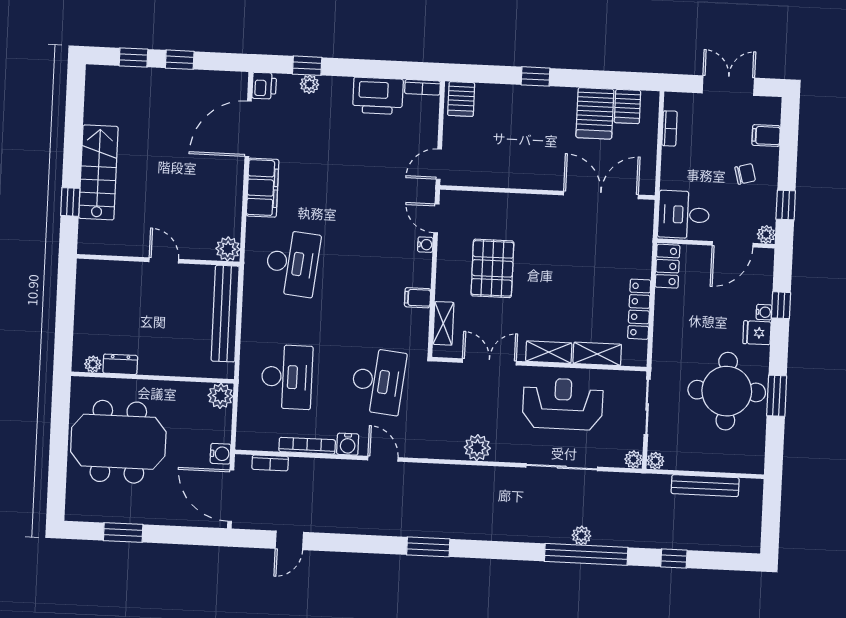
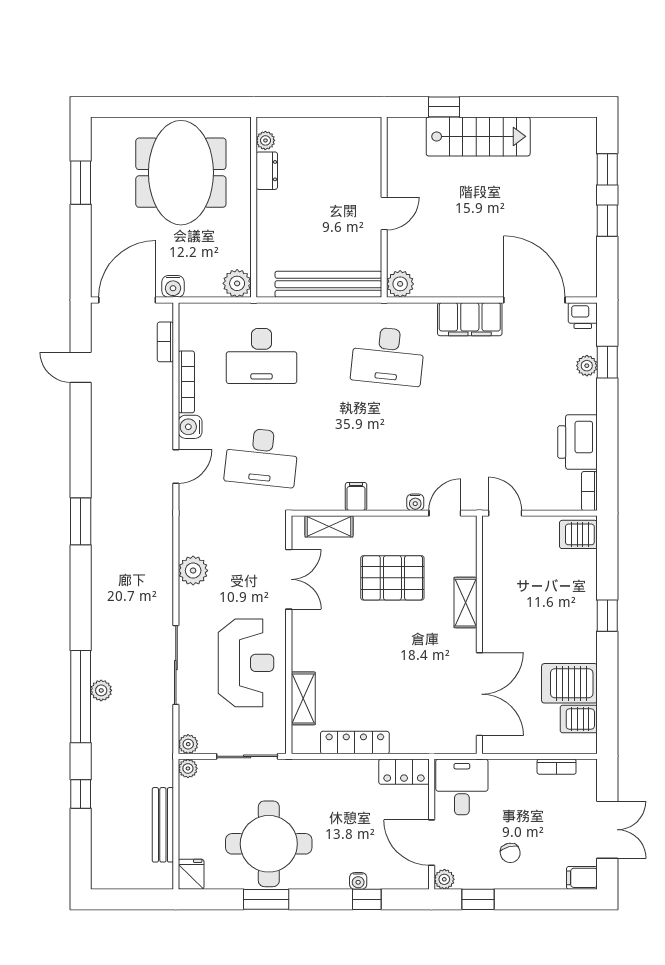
filing cabinet: (766, 135) -> (582, 878), moved, turned -90
fridge: (757, 333) -> (191, 874), moved
shelving: (549, 352) -> (465, 603), moved

